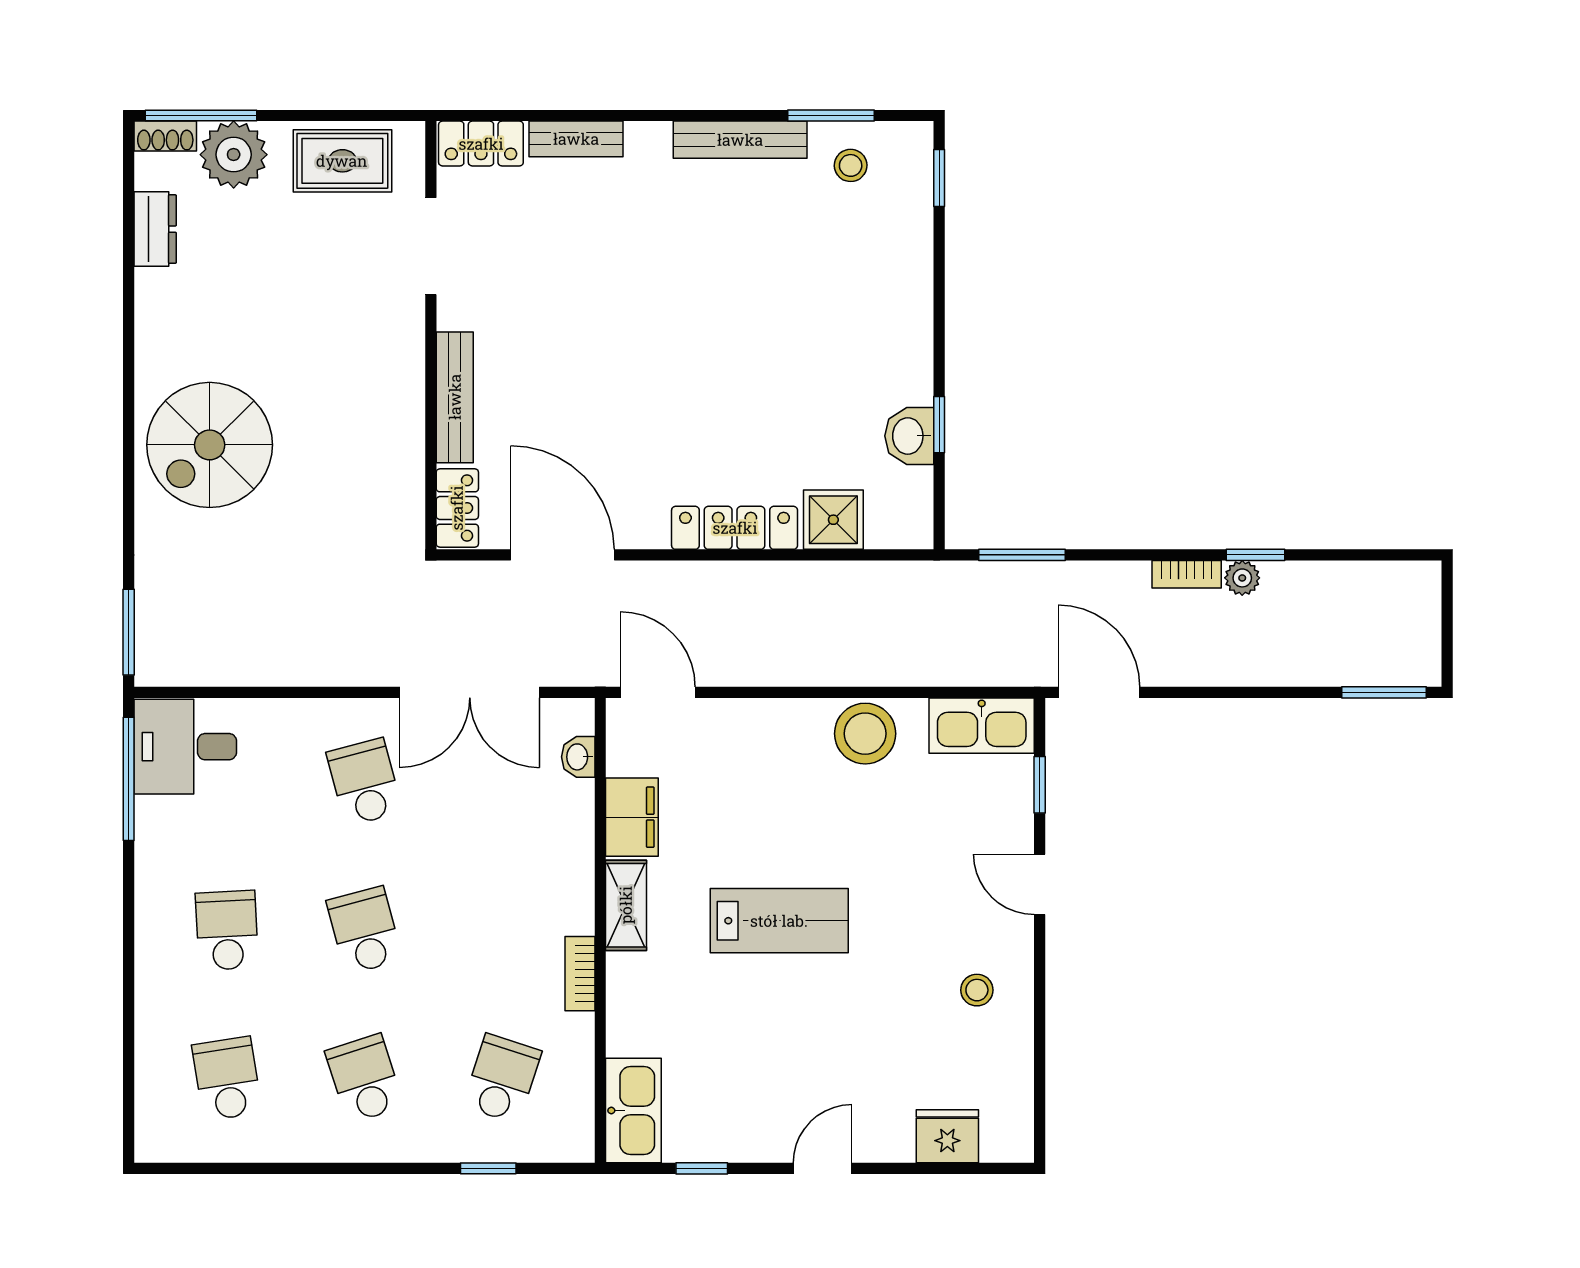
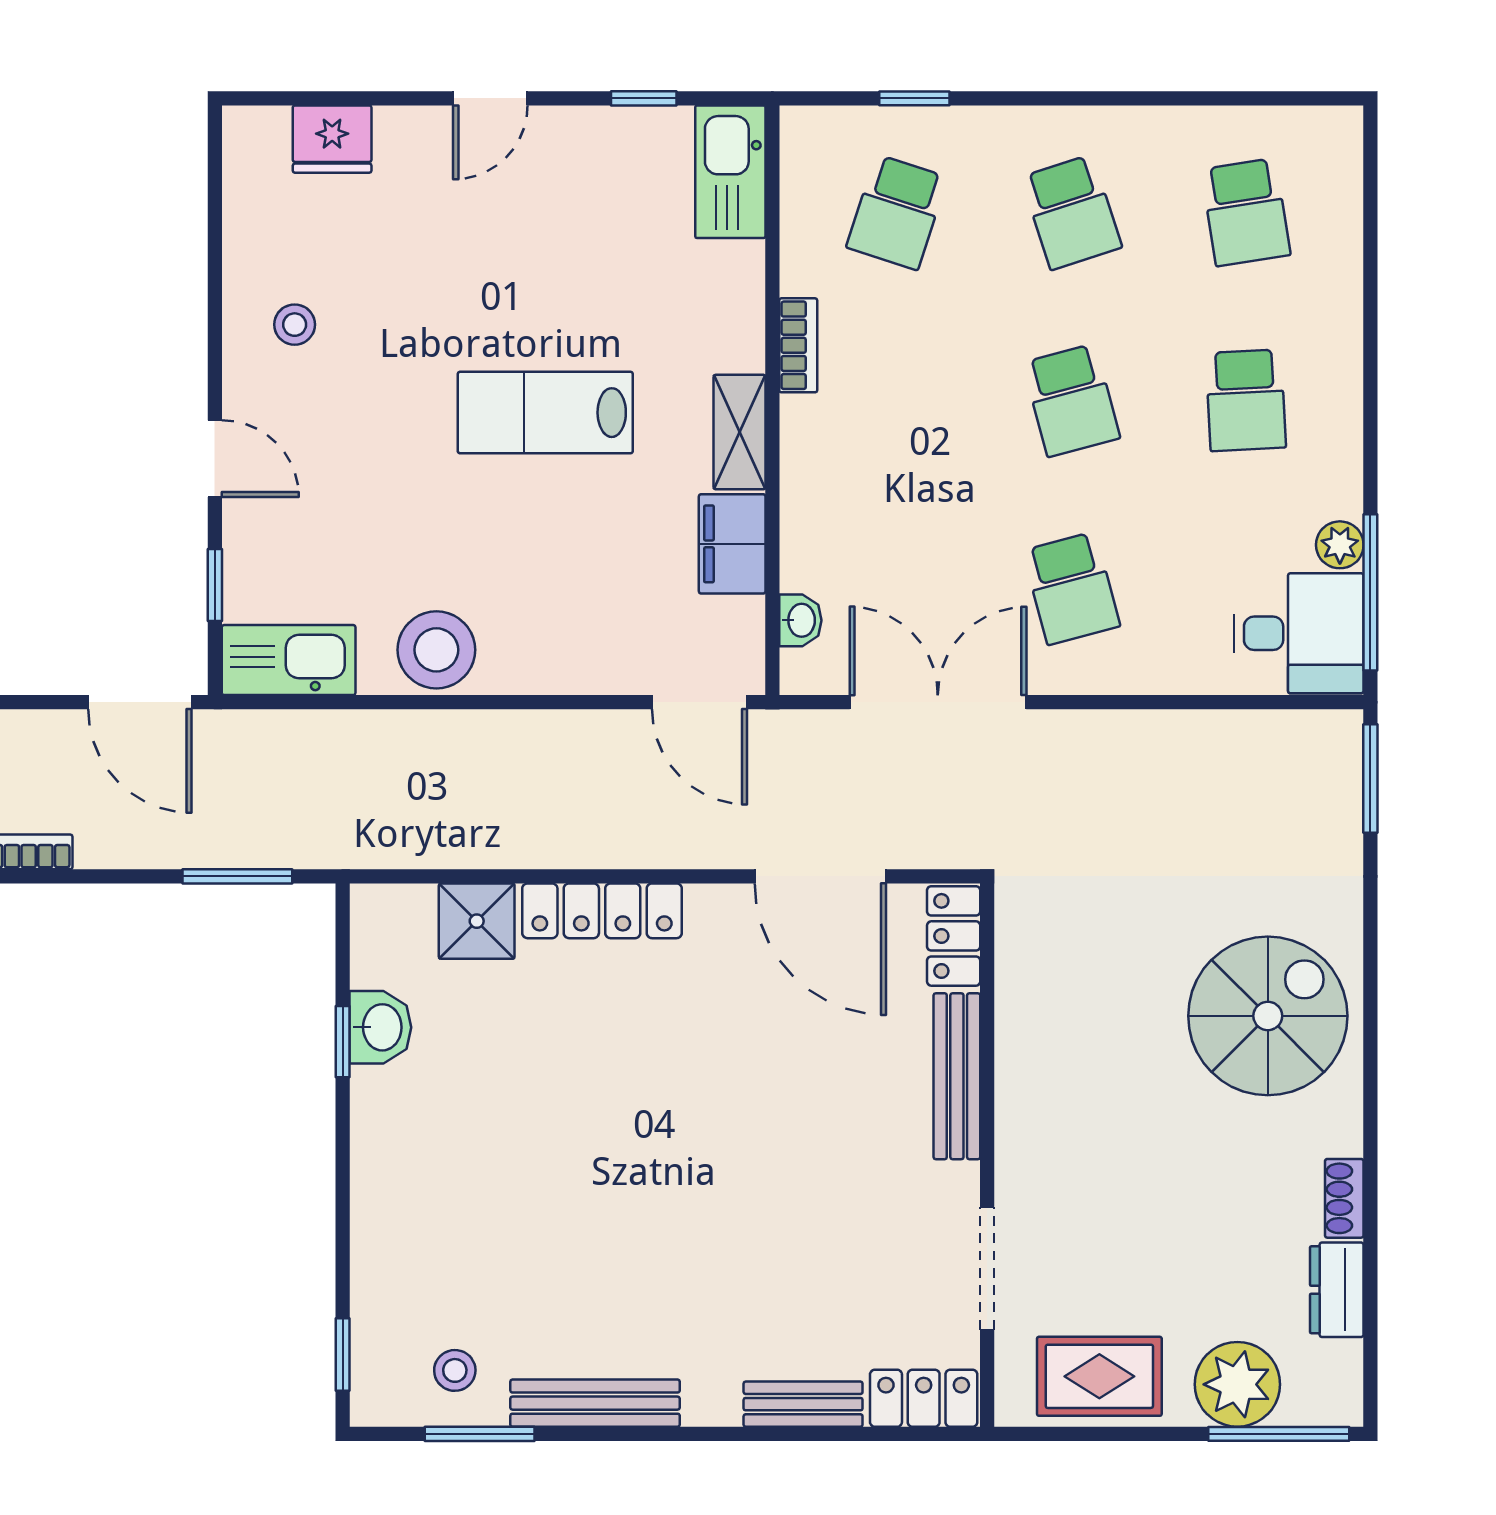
shoe rack: (165, 136) -> (1344, 1198), moved, turned -90
plant: (153, 816) -> (1340, 545), added

